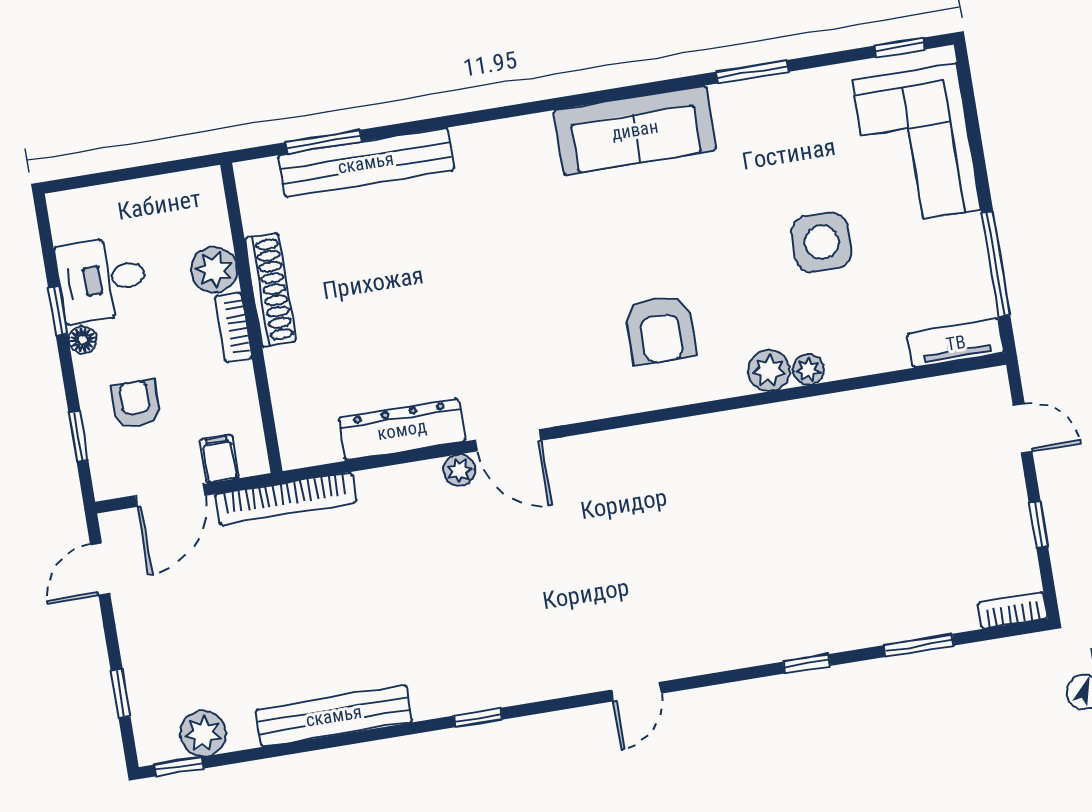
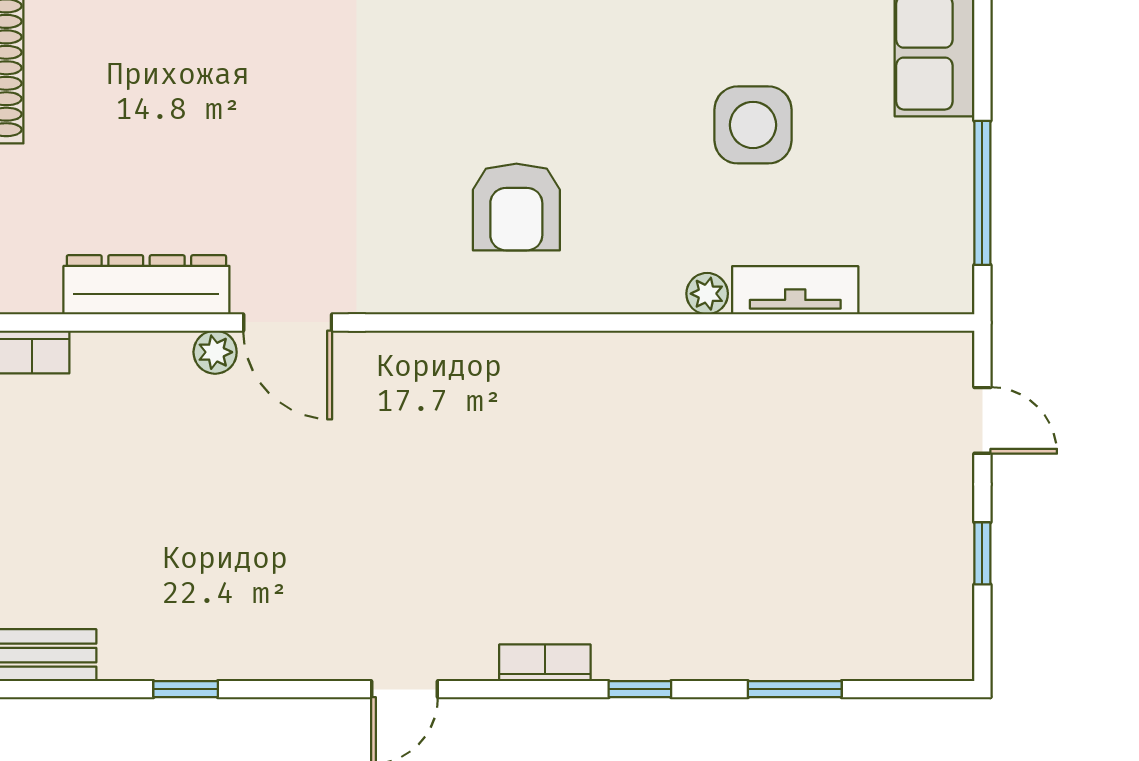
tv unit: (956, 343) -> (795, 290), moved
plant: (769, 370) -> (654, 286), removed
bookcase: (1012, 610) -> (545, 663), moved

